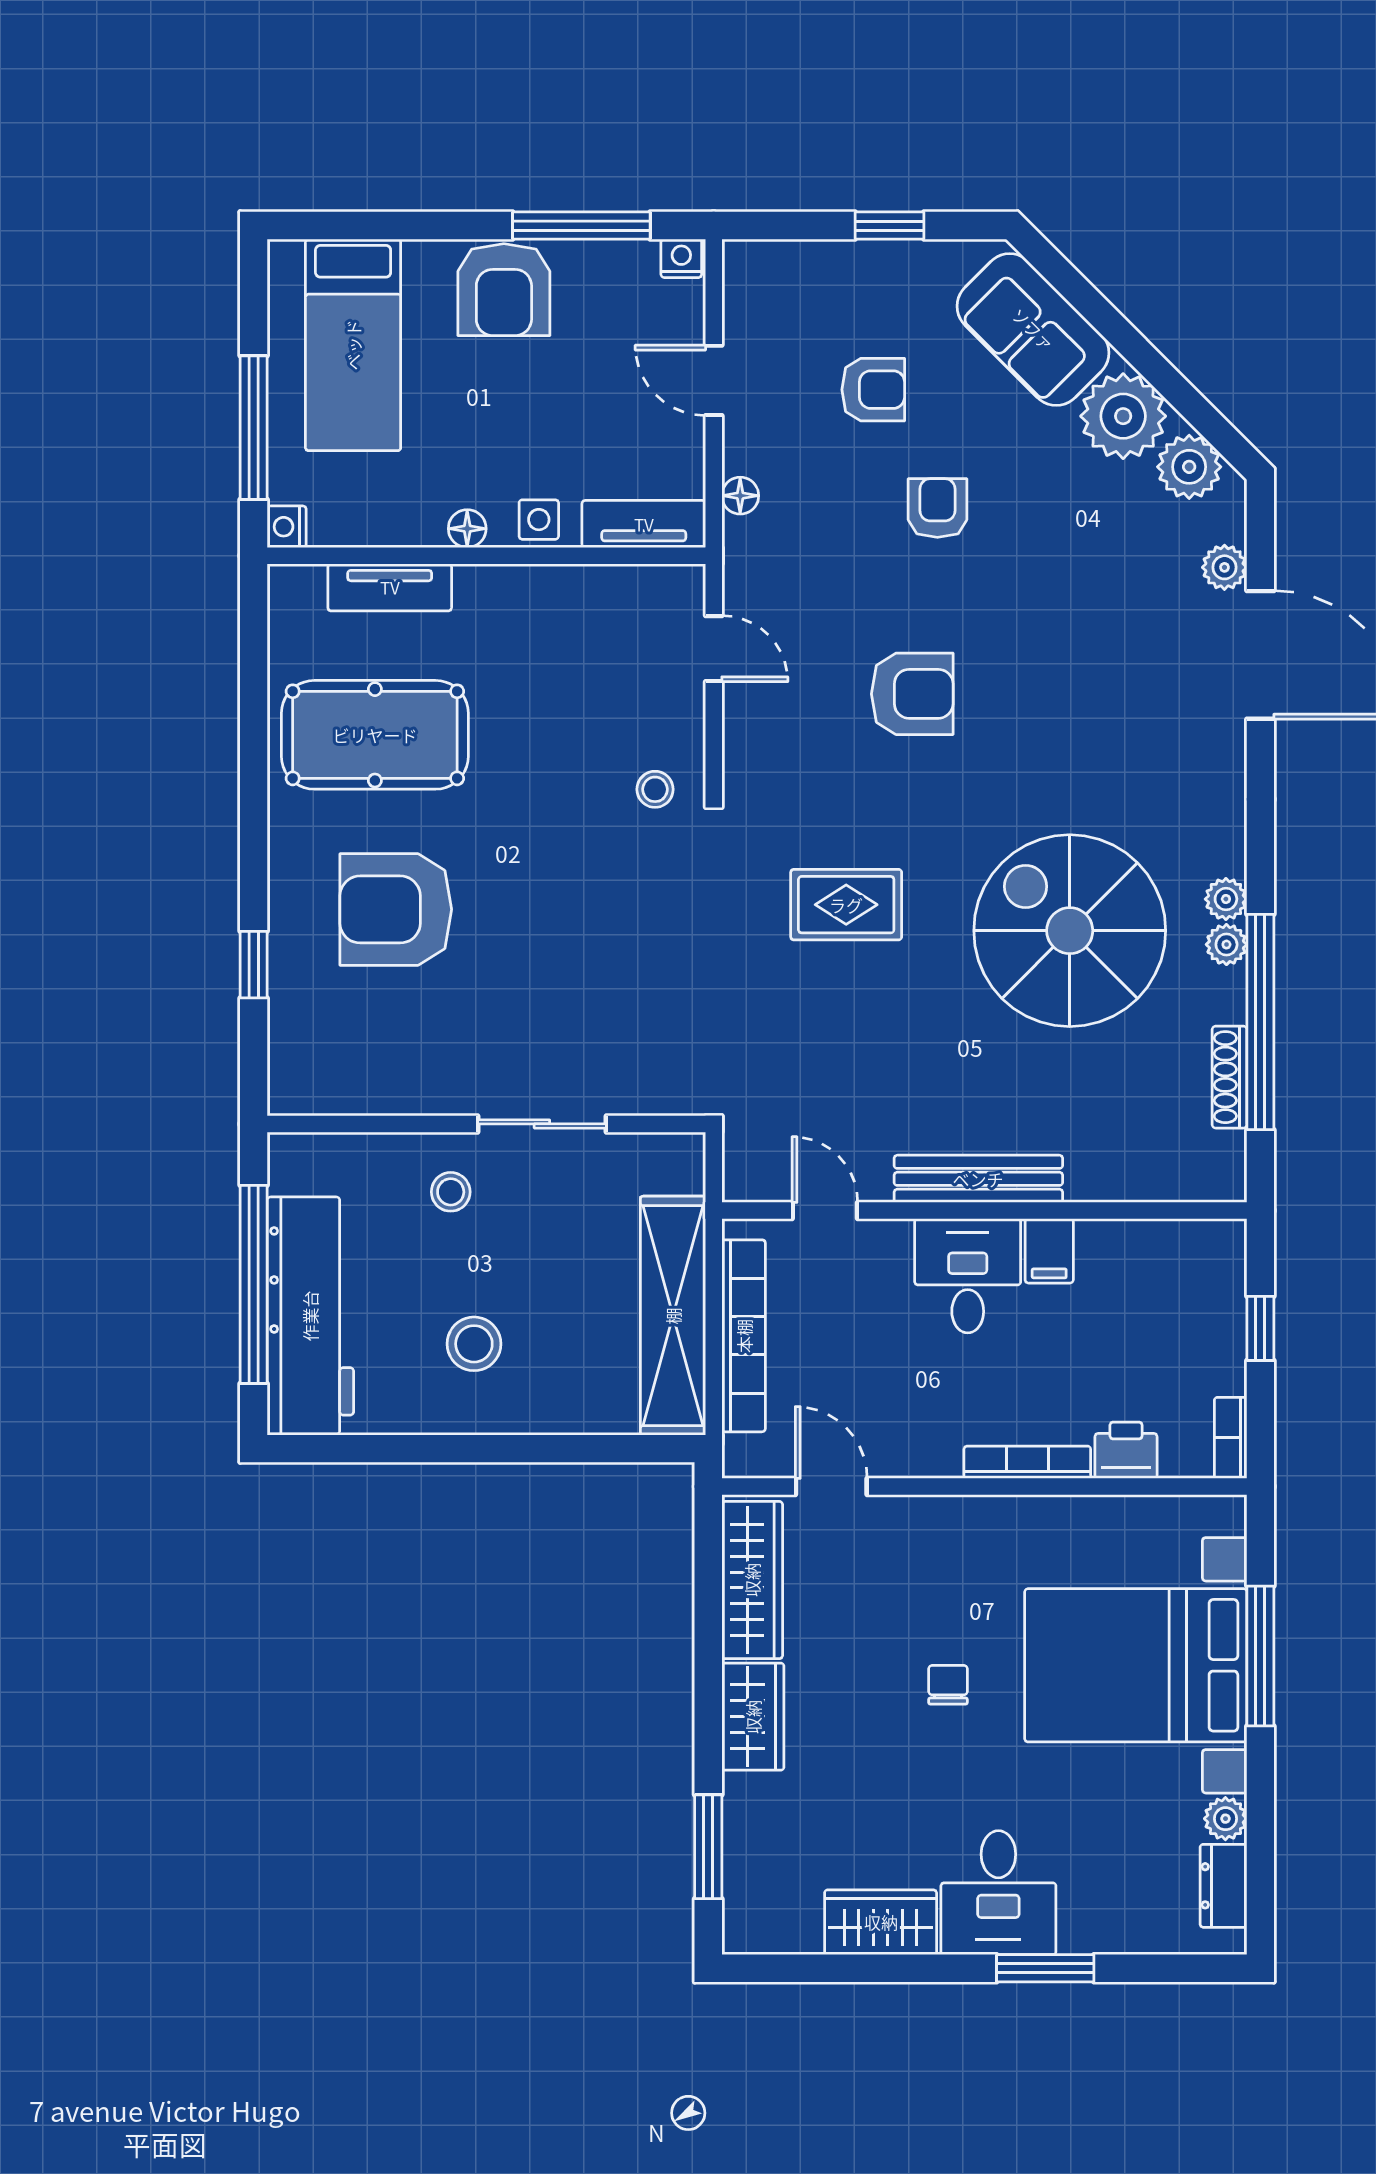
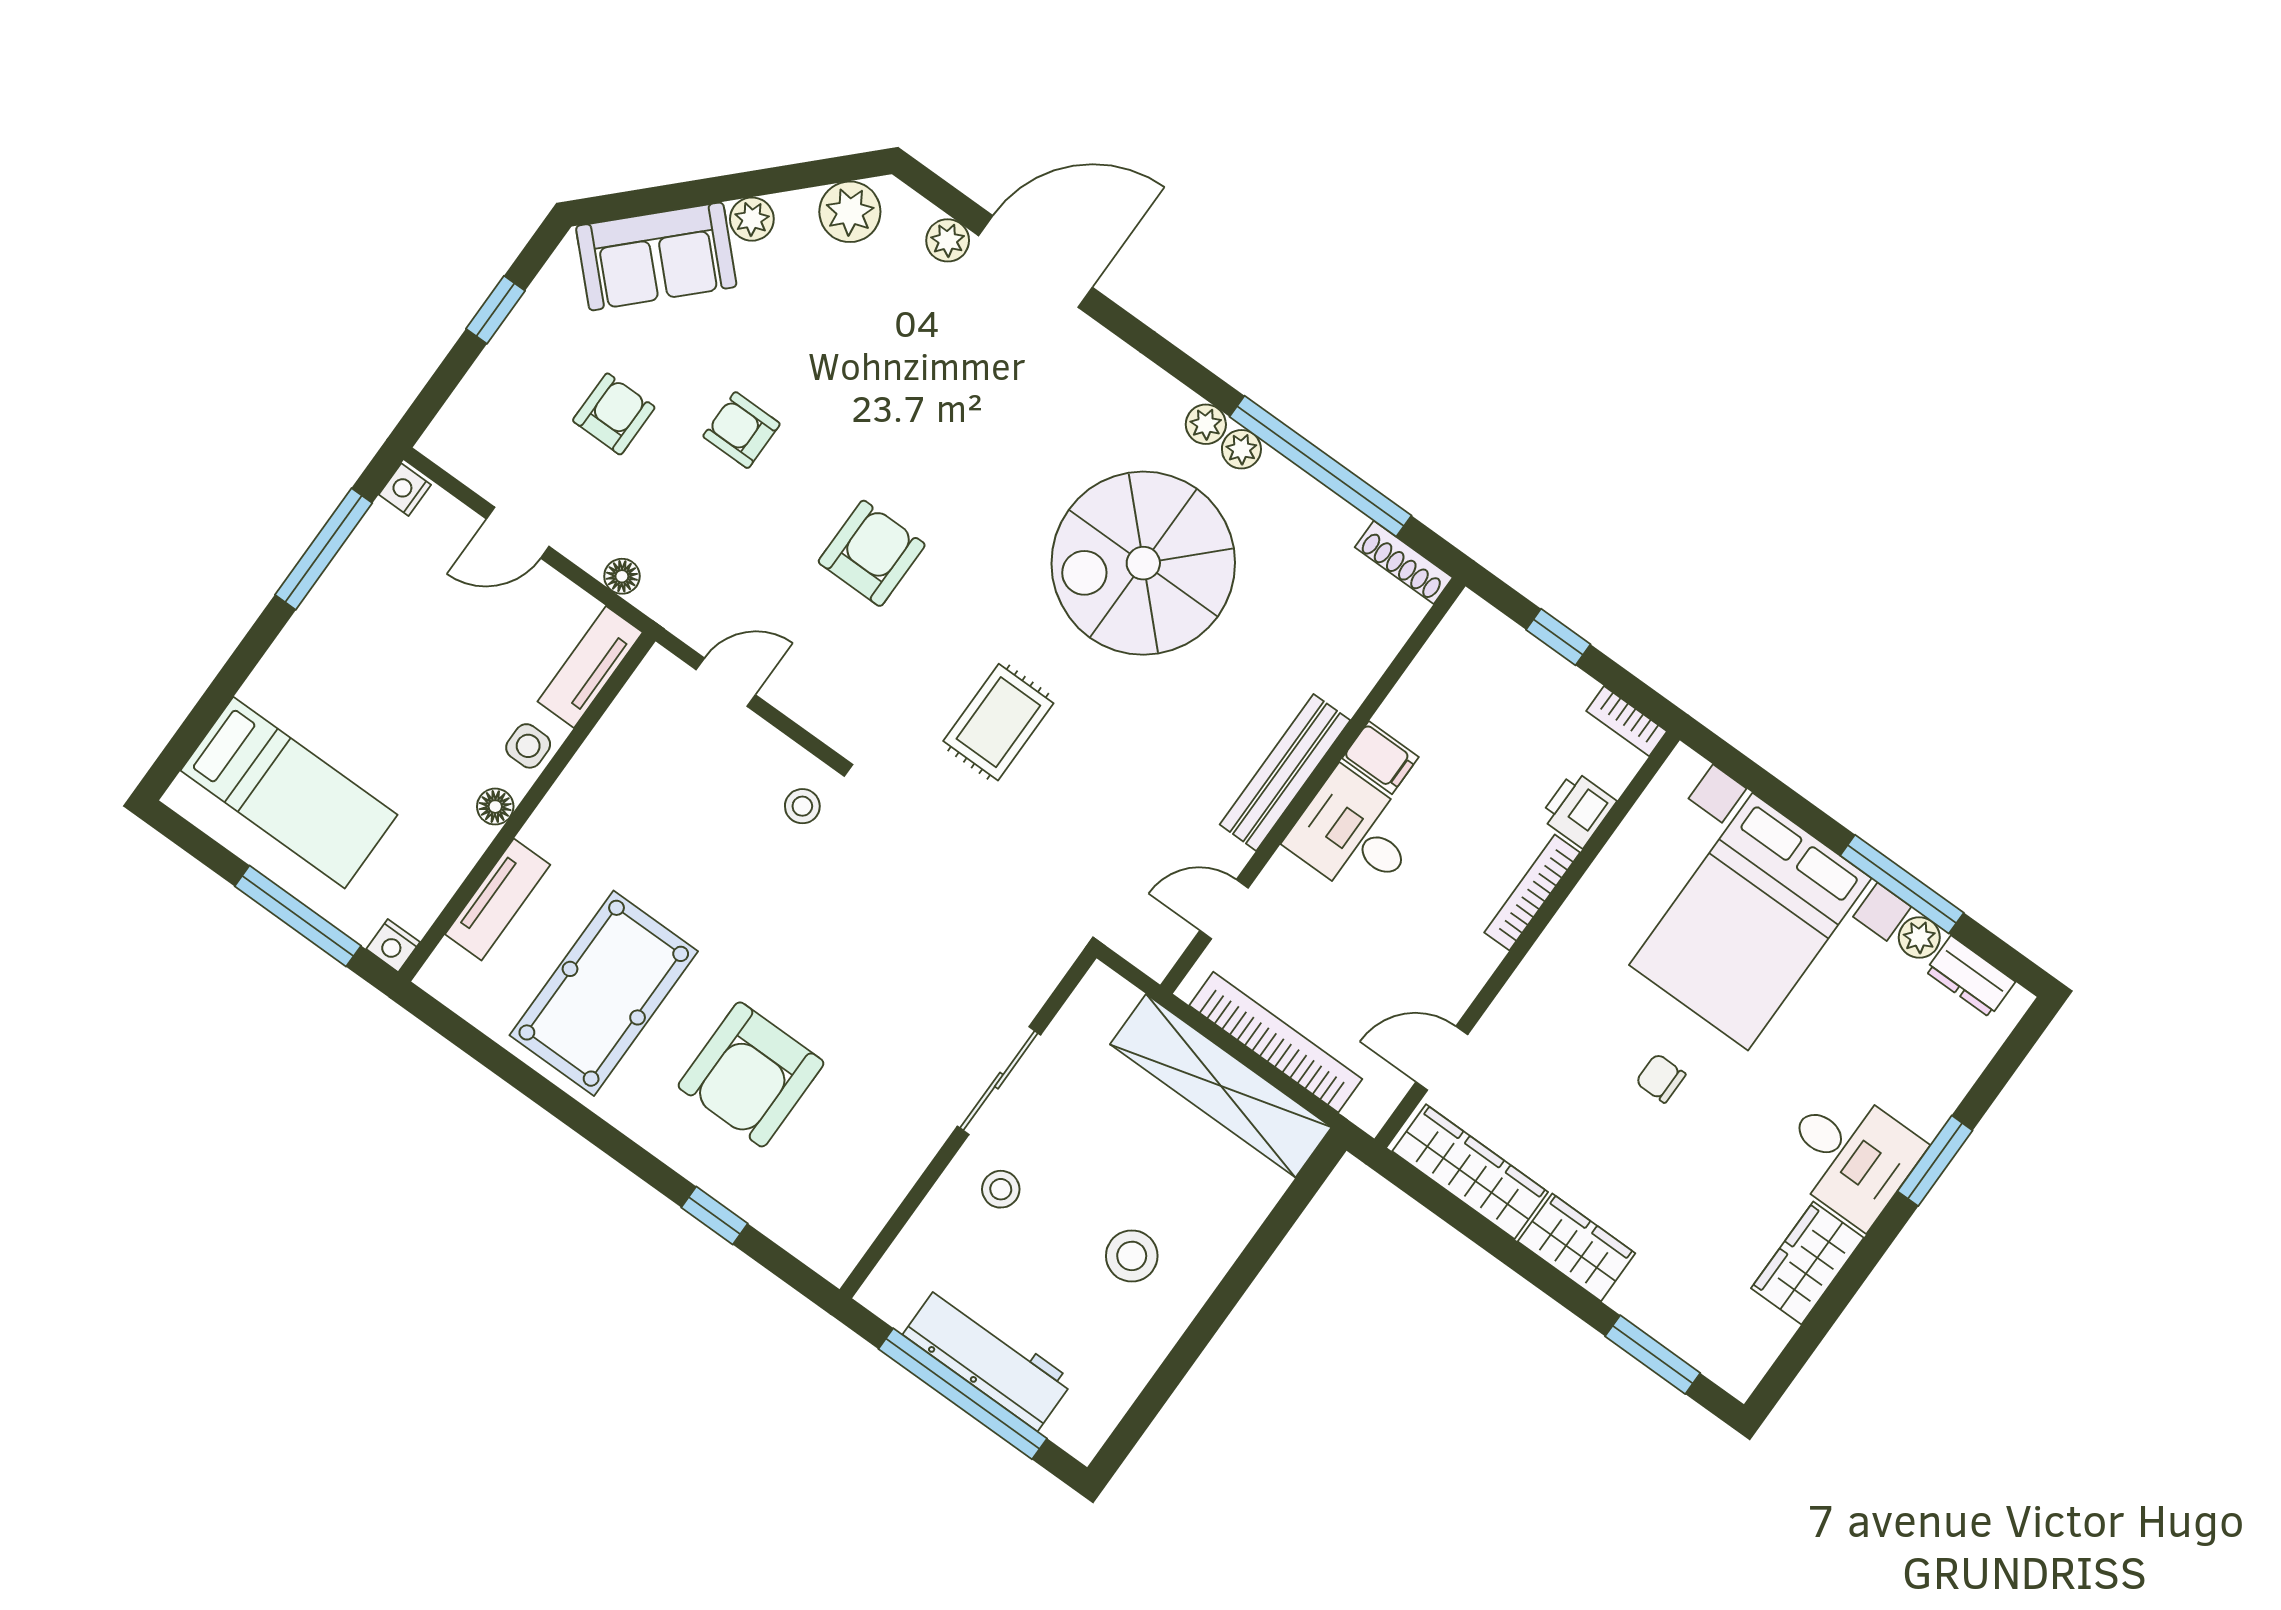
armchair: (504, 290) -> (330, 645), removed
plant: (1123, 416) -> (752, 219), width x0.53, depth x0.53
shoe rack: (1229, 1077) -> (1404, 562), moved
workbench: (310, 1316) -> (988, 1358), width x0.73, depth x0.76
window: (1260, 1656) -> (1902, 884), moved

